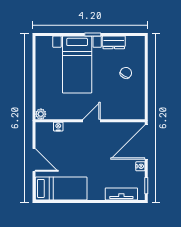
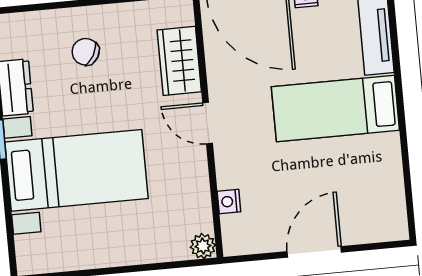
wardrobe: (118, 111) -> (179, 61), added
bed: (61, 188) -> (335, 109), moved, turned -90

